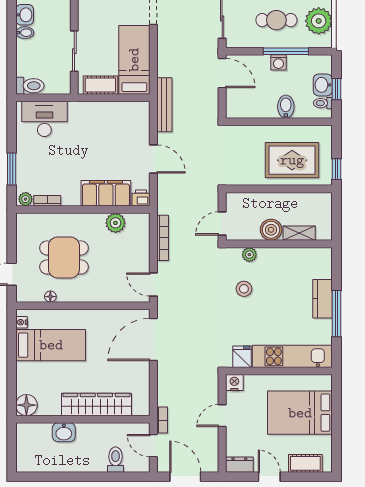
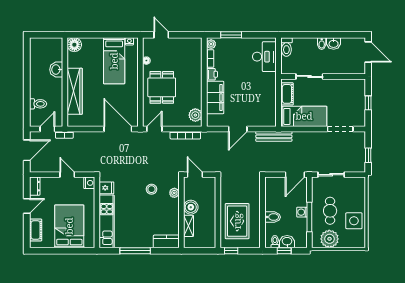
printer: (141, 198) -> (212, 74), moved
plant: (116, 223) -> (195, 115), moved
dining table: (64, 257) -> (162, 87), moved
kitchen counter: (323, 299) -> (166, 241), moved

